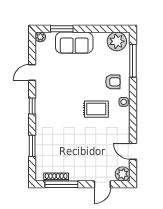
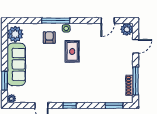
sofa: (74, 43) -> (16, 64), width x1.36
window: (133, 61) -> (56, 21), moved
window: (32, 146) -> (114, 106), moved
door: (102, 184) -> (136, 46), hinge flipped

